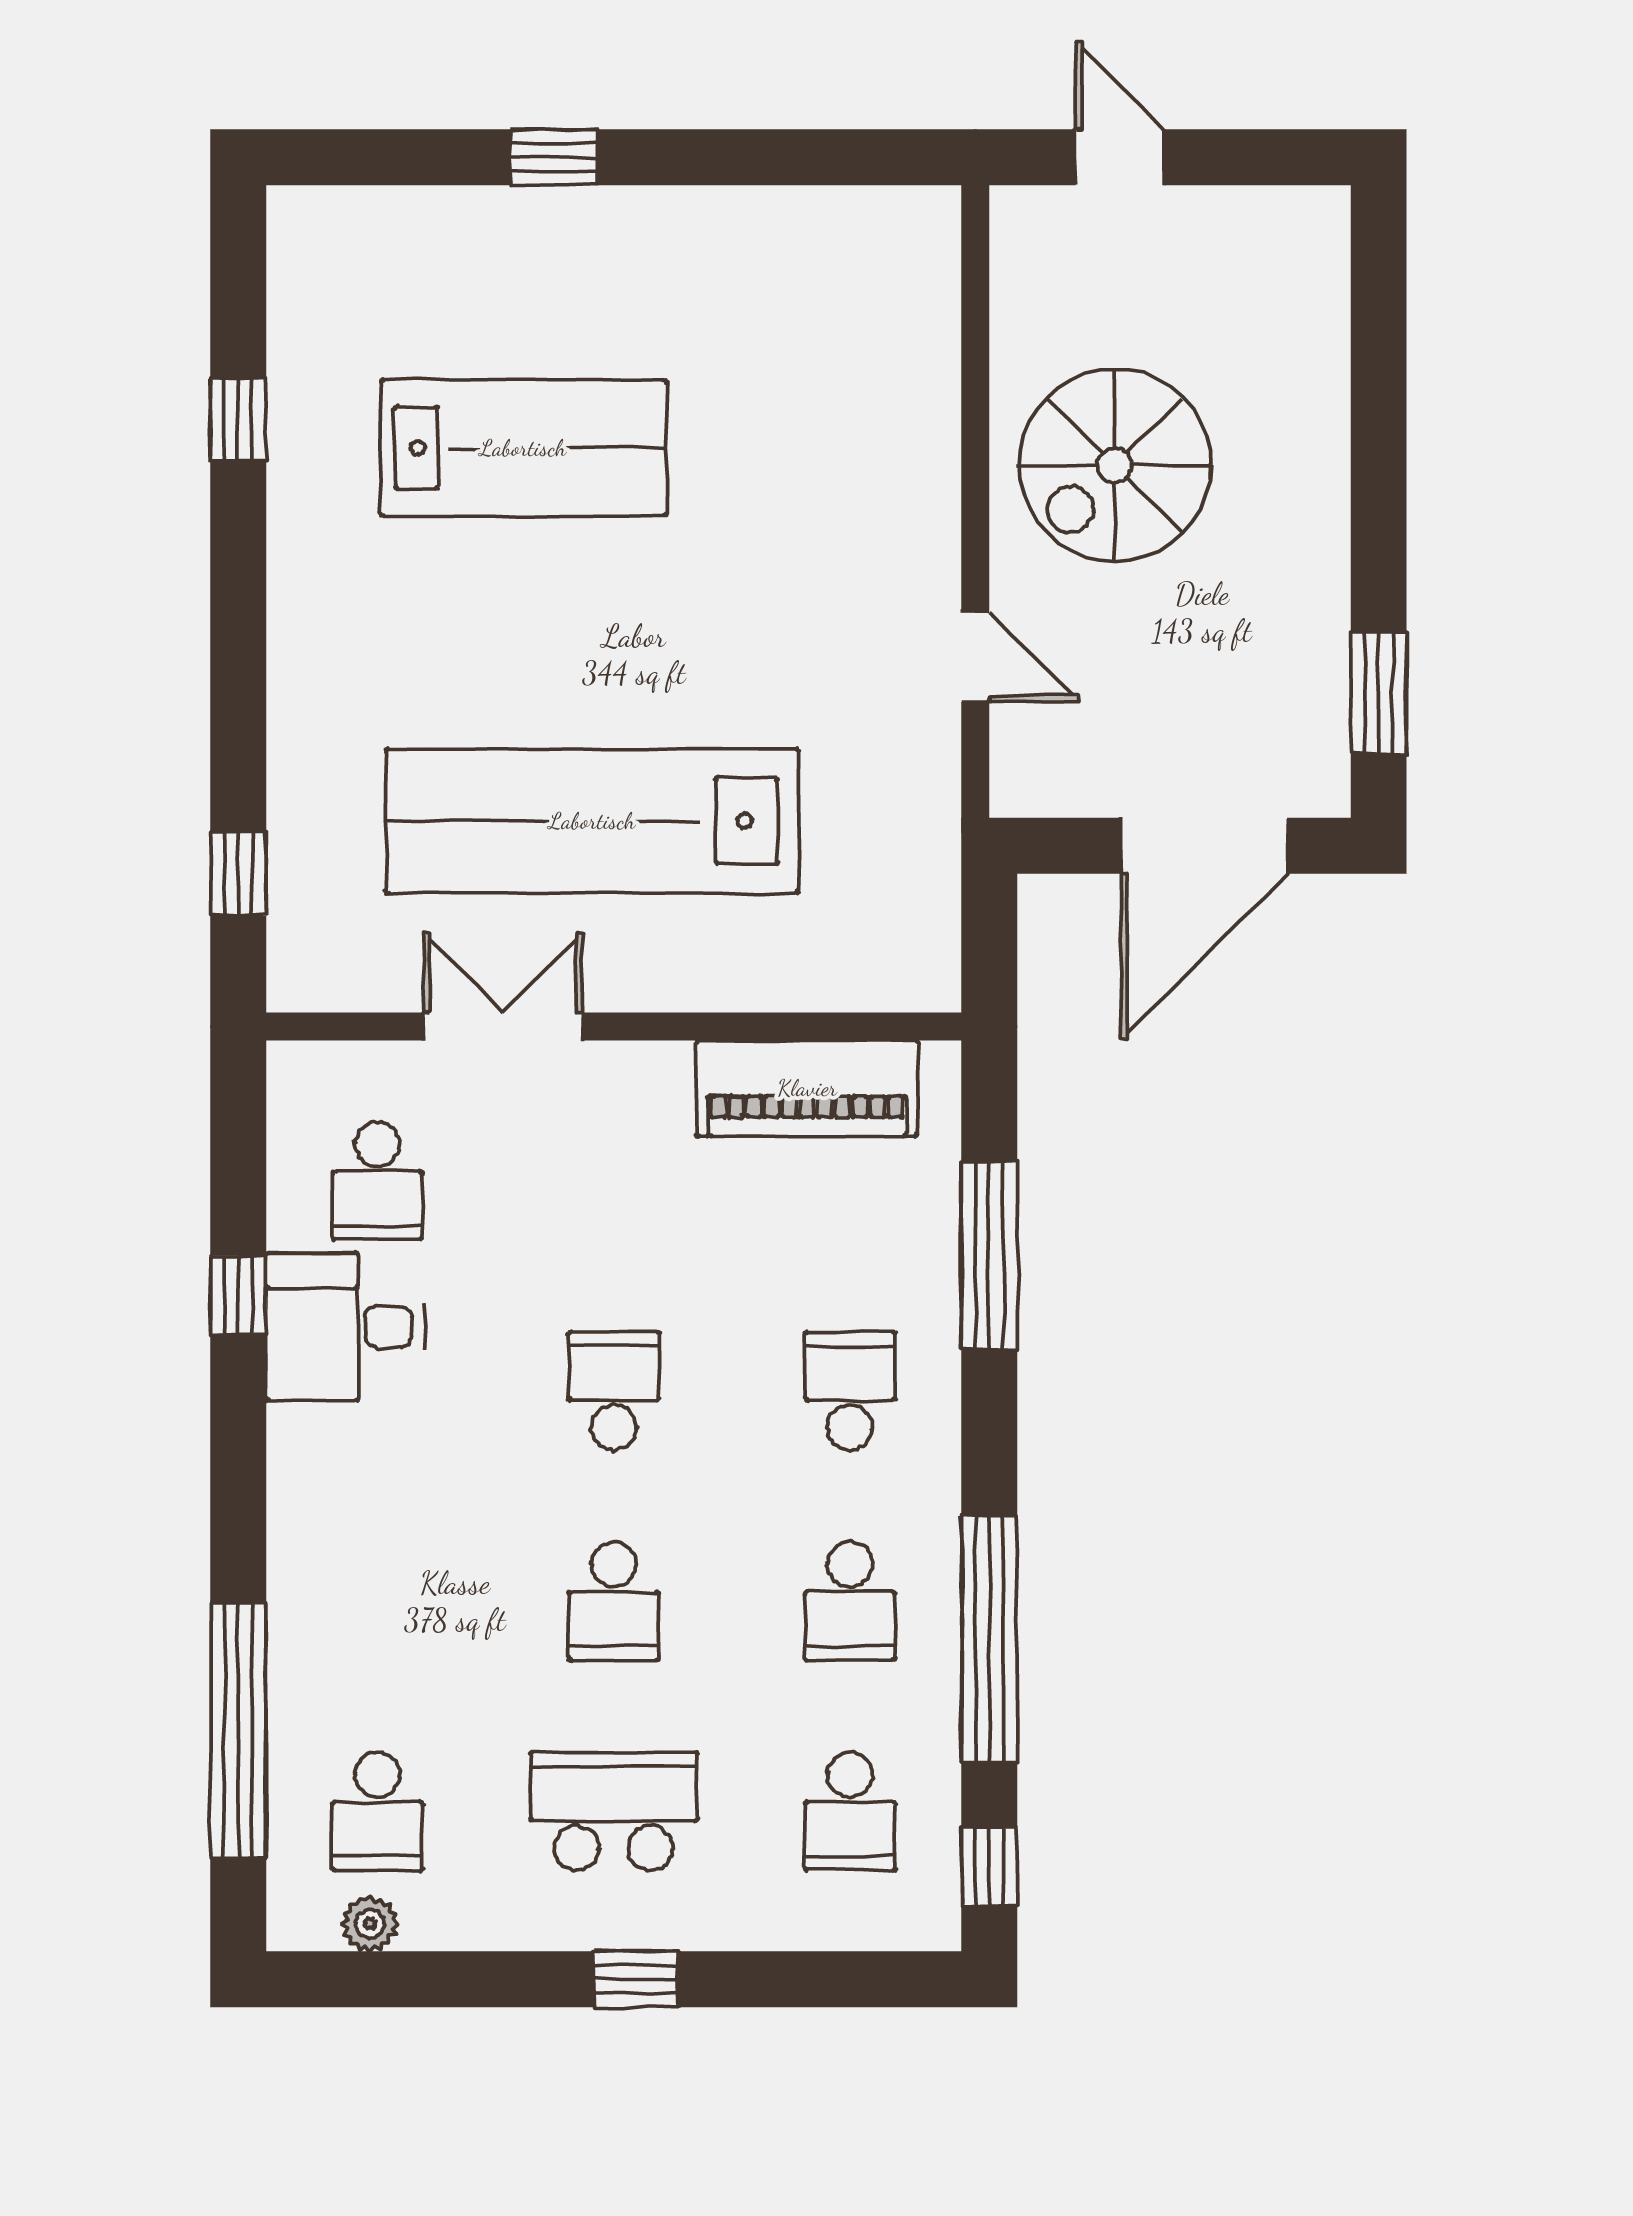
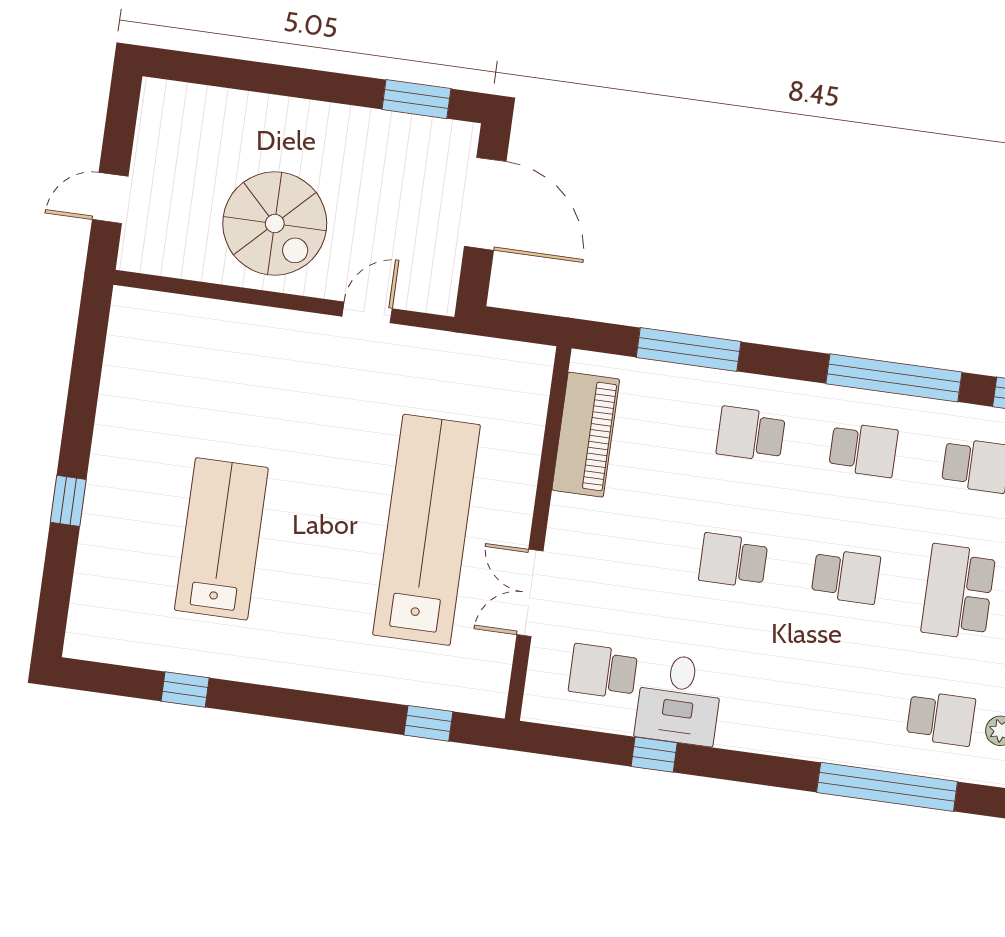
lab bench: (592, 821) -> (427, 530), turned 180
school desk: (377, 1181) -> (603, 672), turned 180

